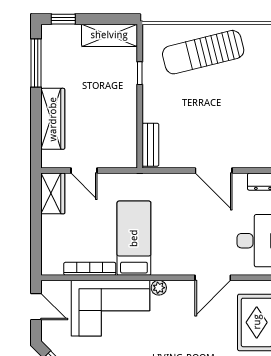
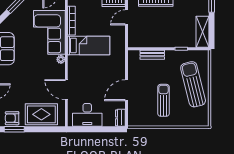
sun lounger: (232, 105) -> (164, 100), added
bench: (150, 145) -> (152, 55), moved

